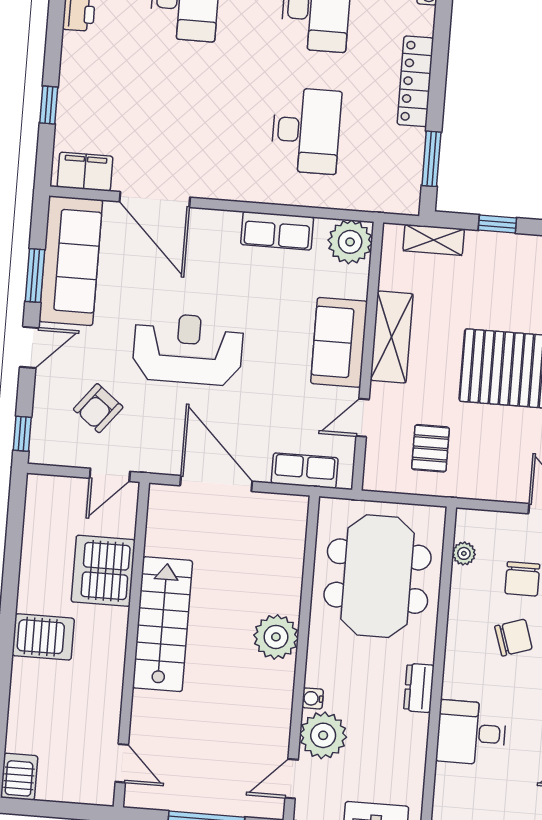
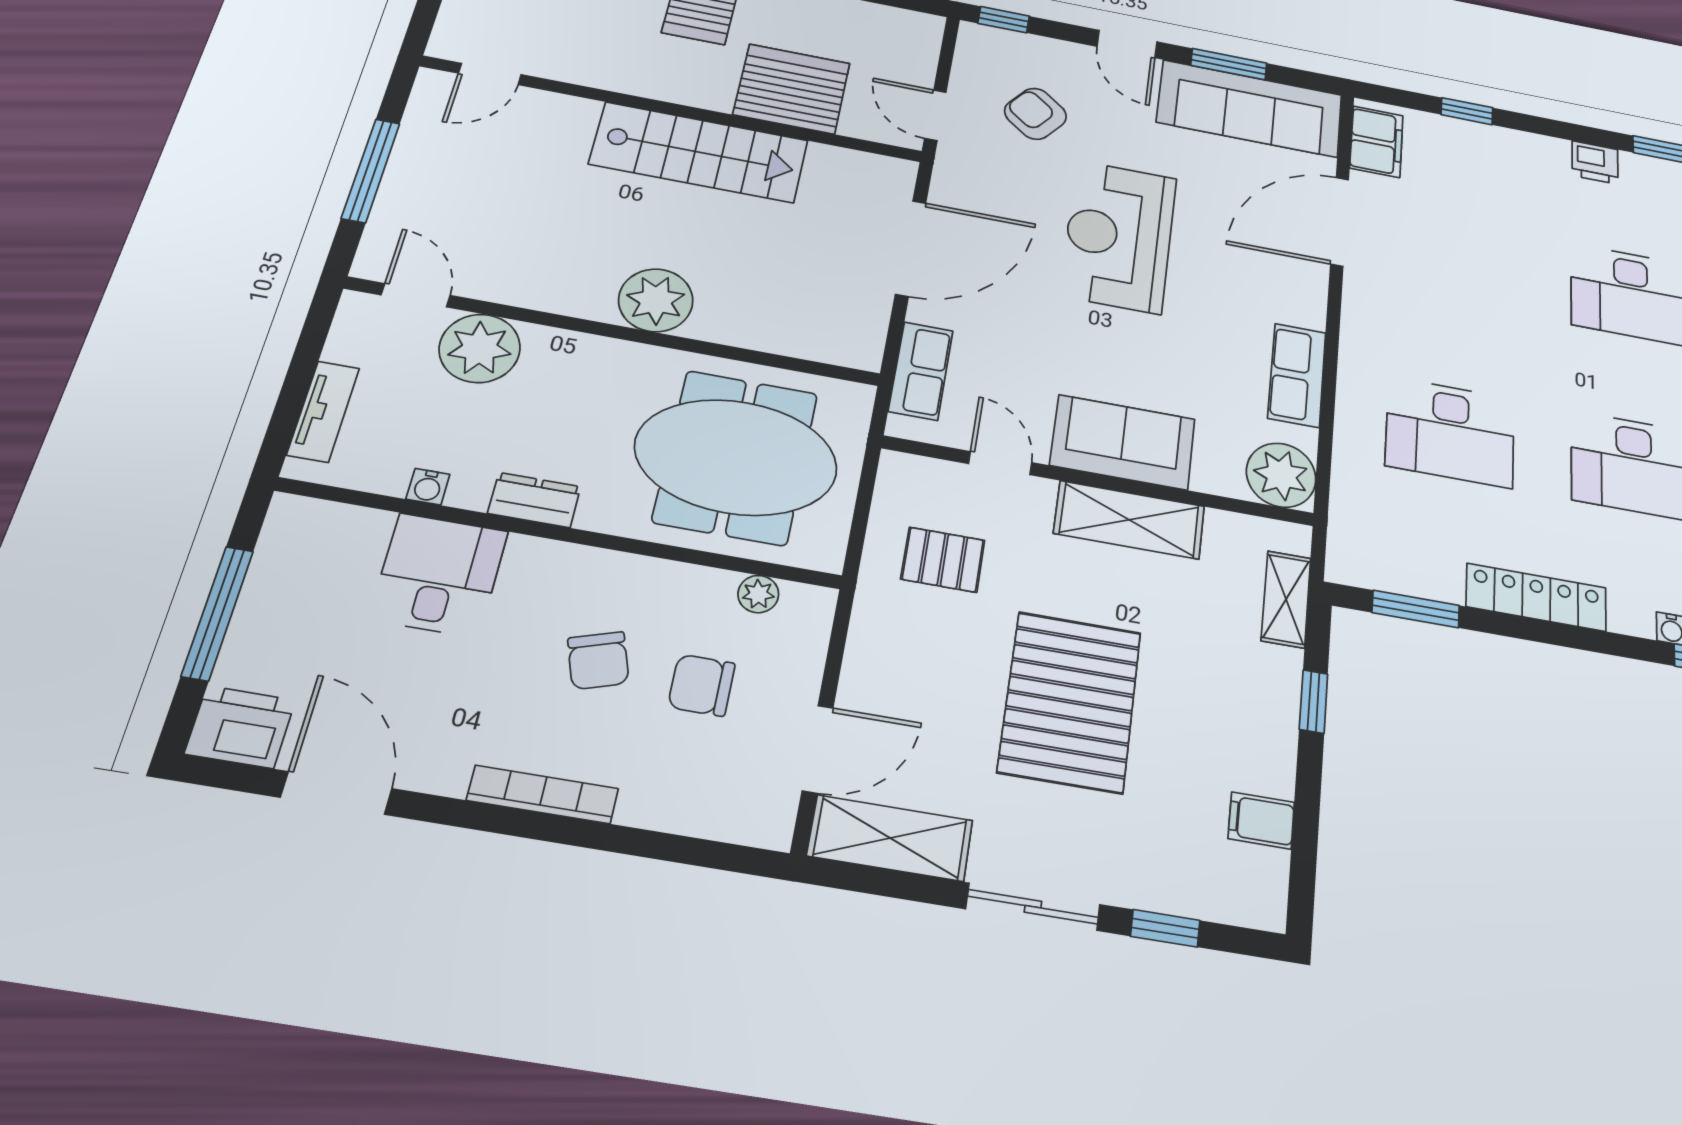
reception desk: (188, 349) -> (1119, 236), turned 180
water cooler: (313, 698) -> (428, 487), moved, turned 180

